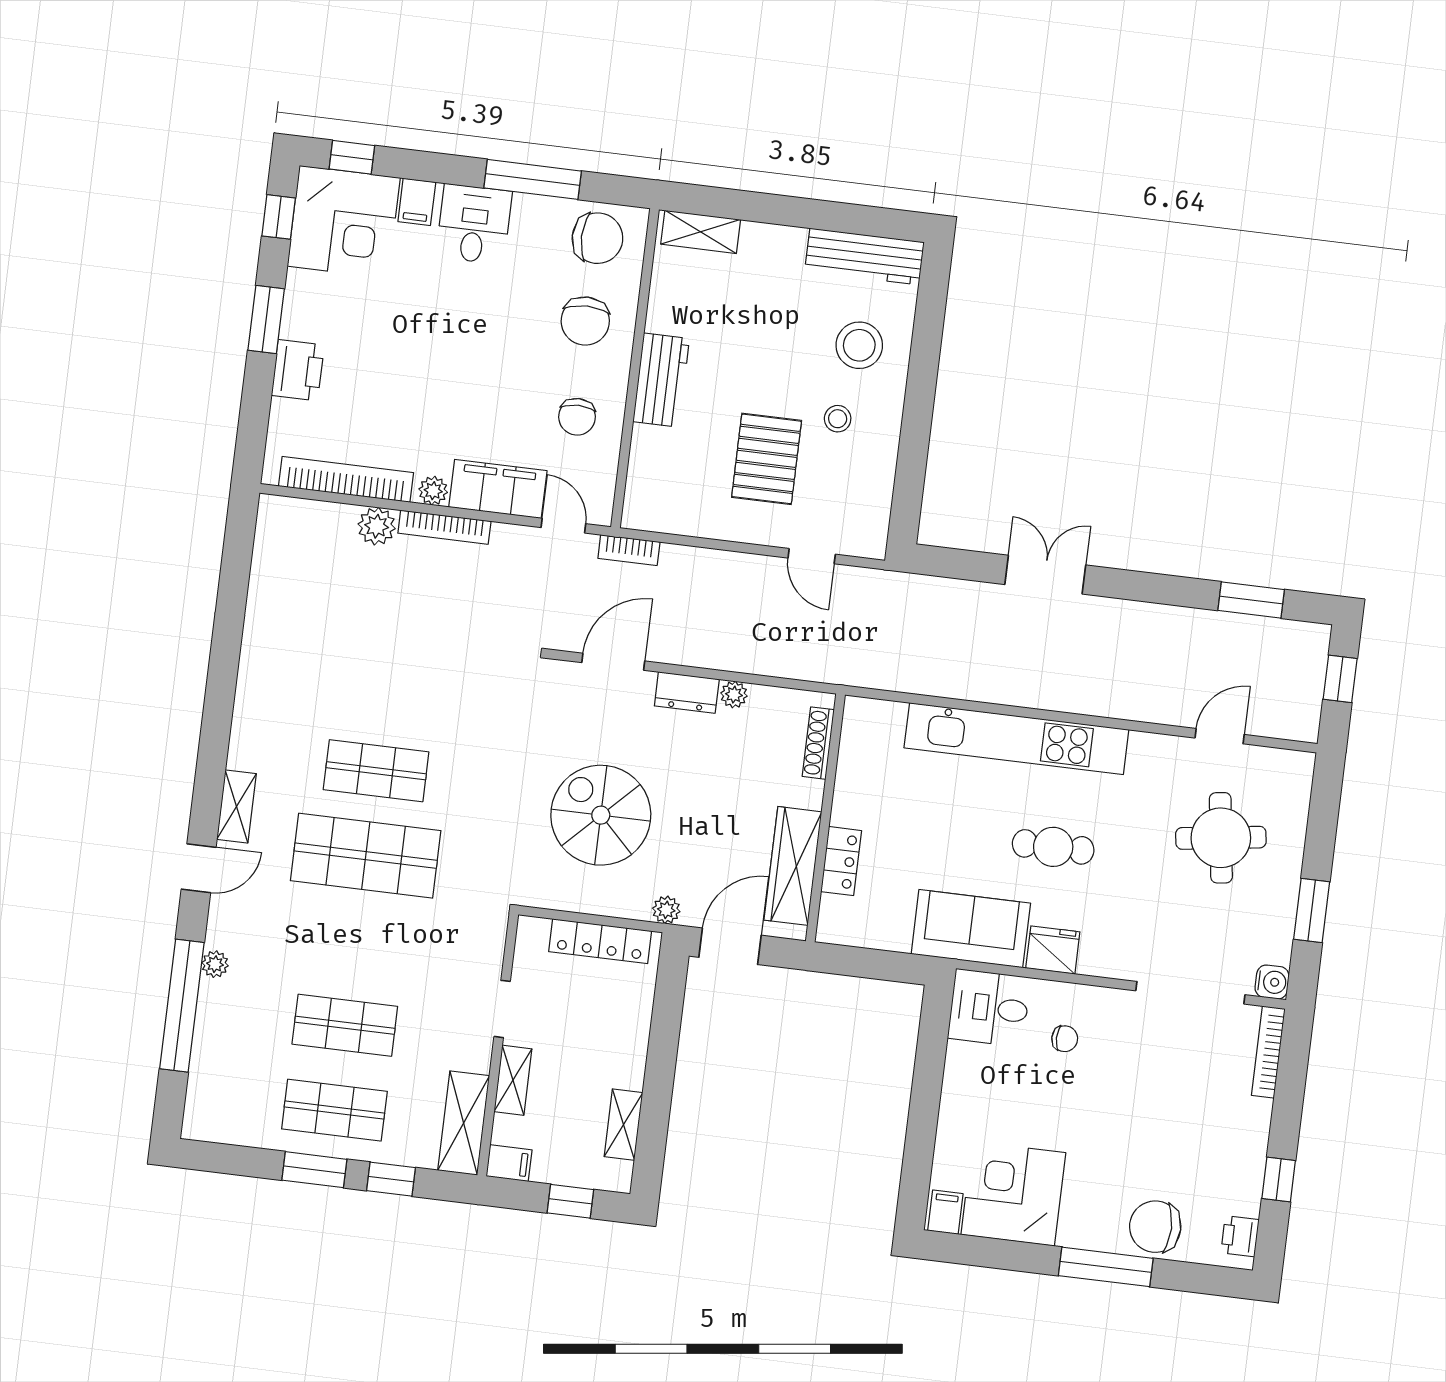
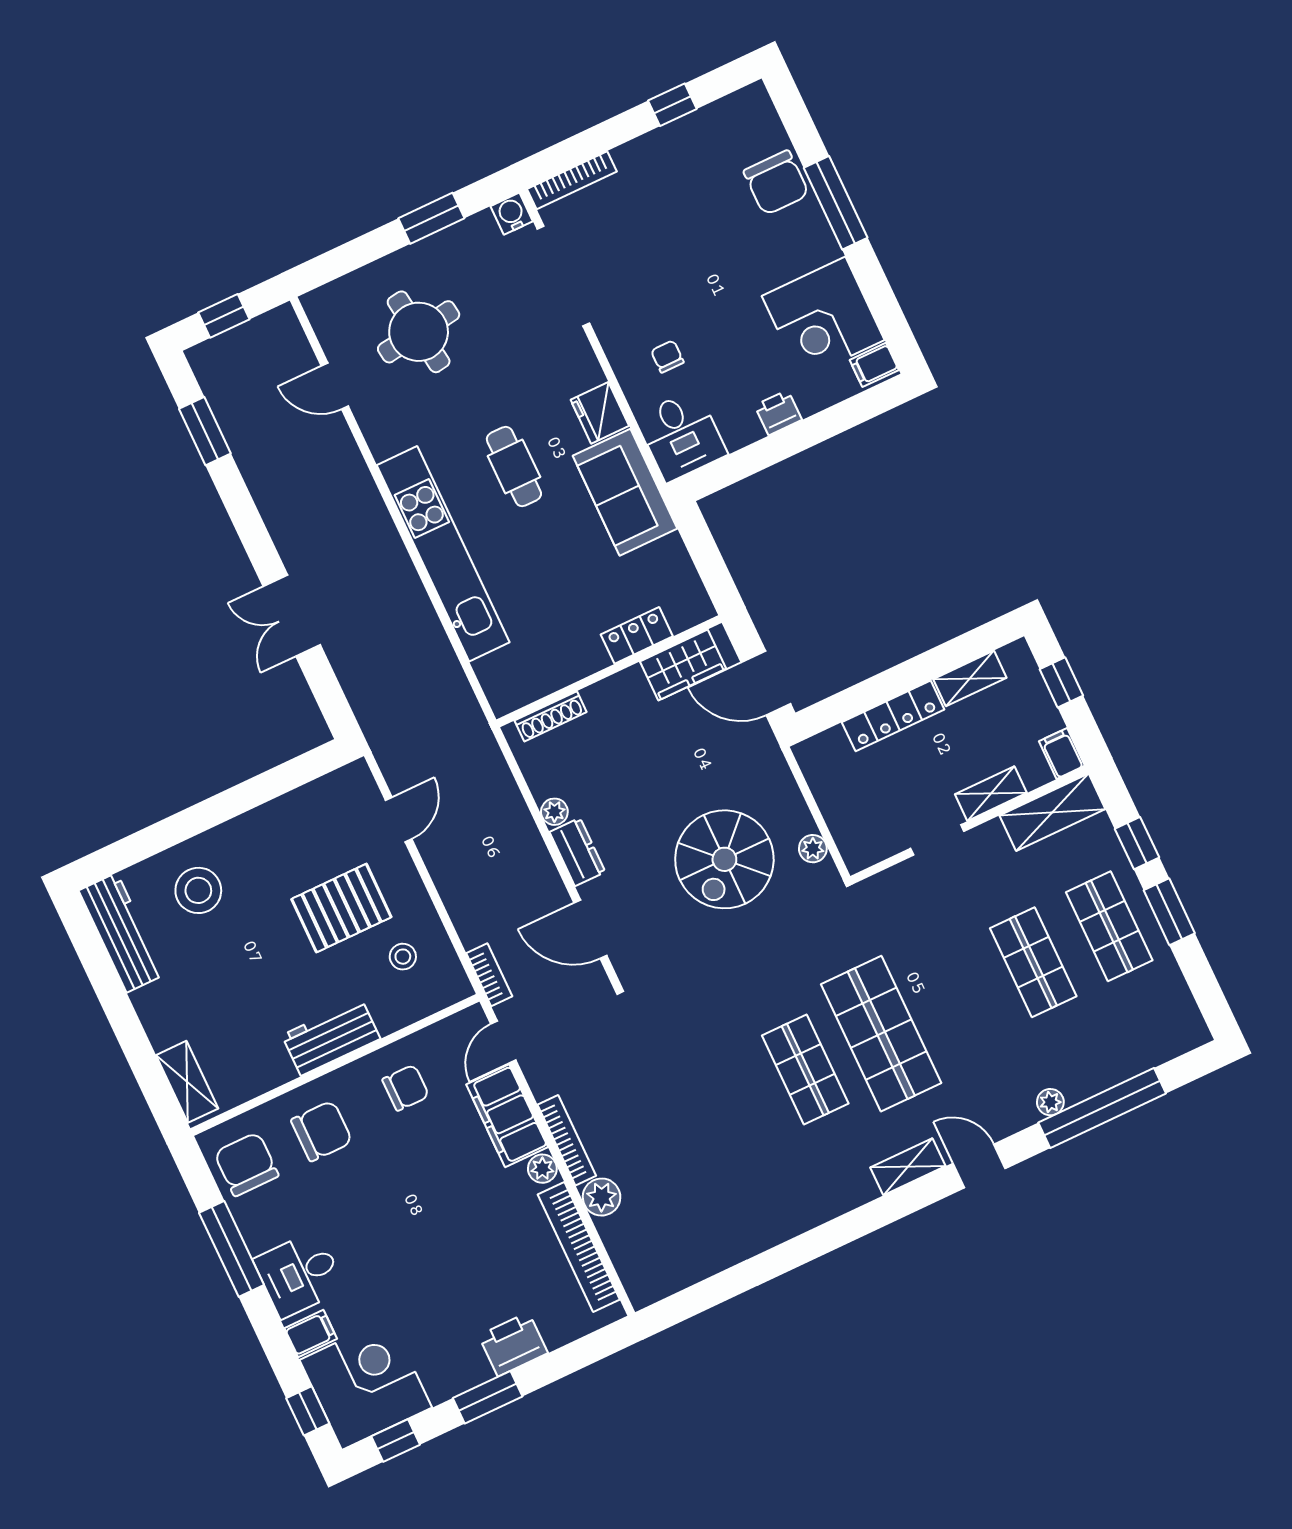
stool: (838, 419) -> (403, 957), moved
wardrobe: (793, 866) -> (683, 665), width x0.67
plant: (666, 910) -> (813, 849), moved
locker: (600, 941) -> (893, 716), moved, turned 90
printer: (1240, 1236) -> (778, 413), moved, turned 180

